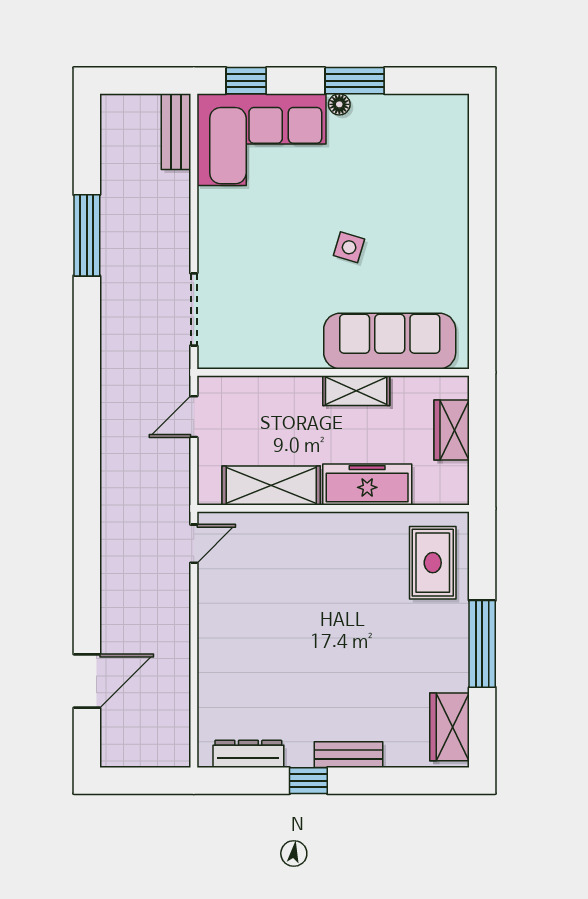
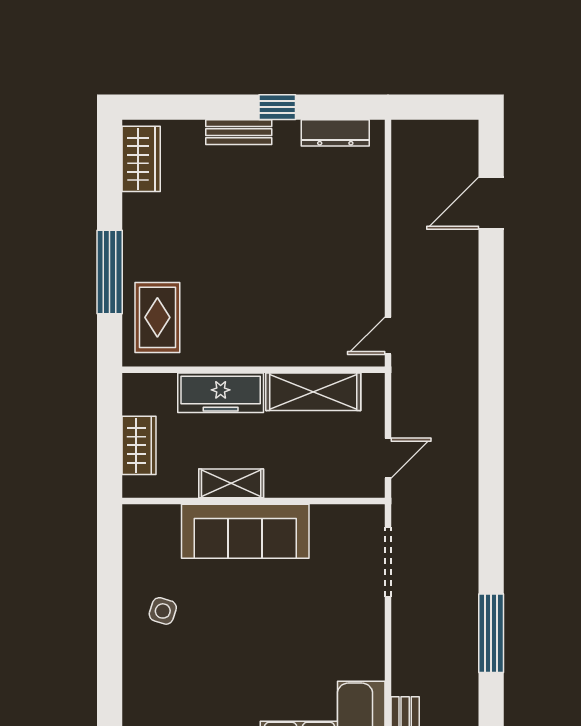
side table: (349, 247) -> (163, 611), moved
sofa: (390, 341) -> (245, 531), moved
window: (482, 644) -> (110, 272), moved

